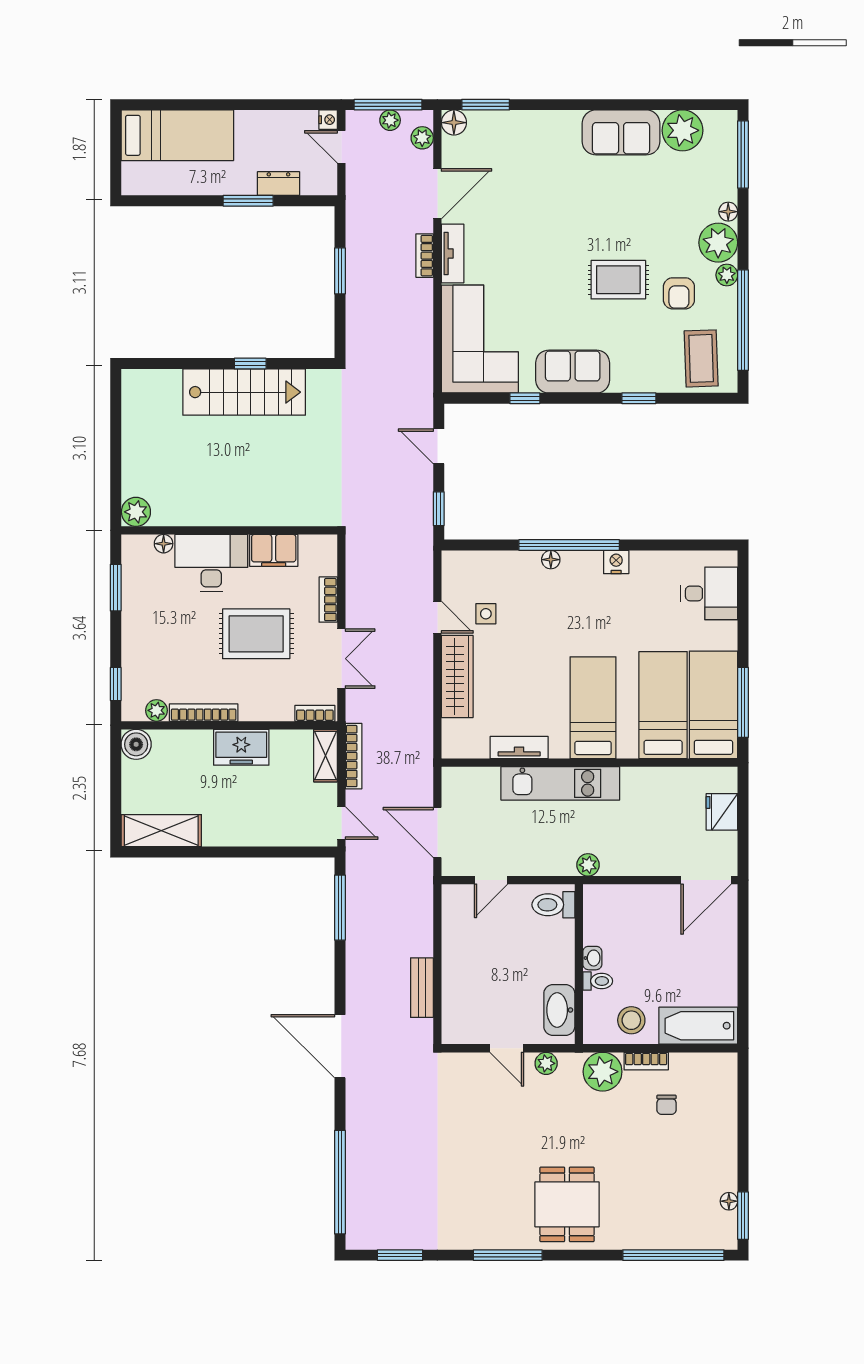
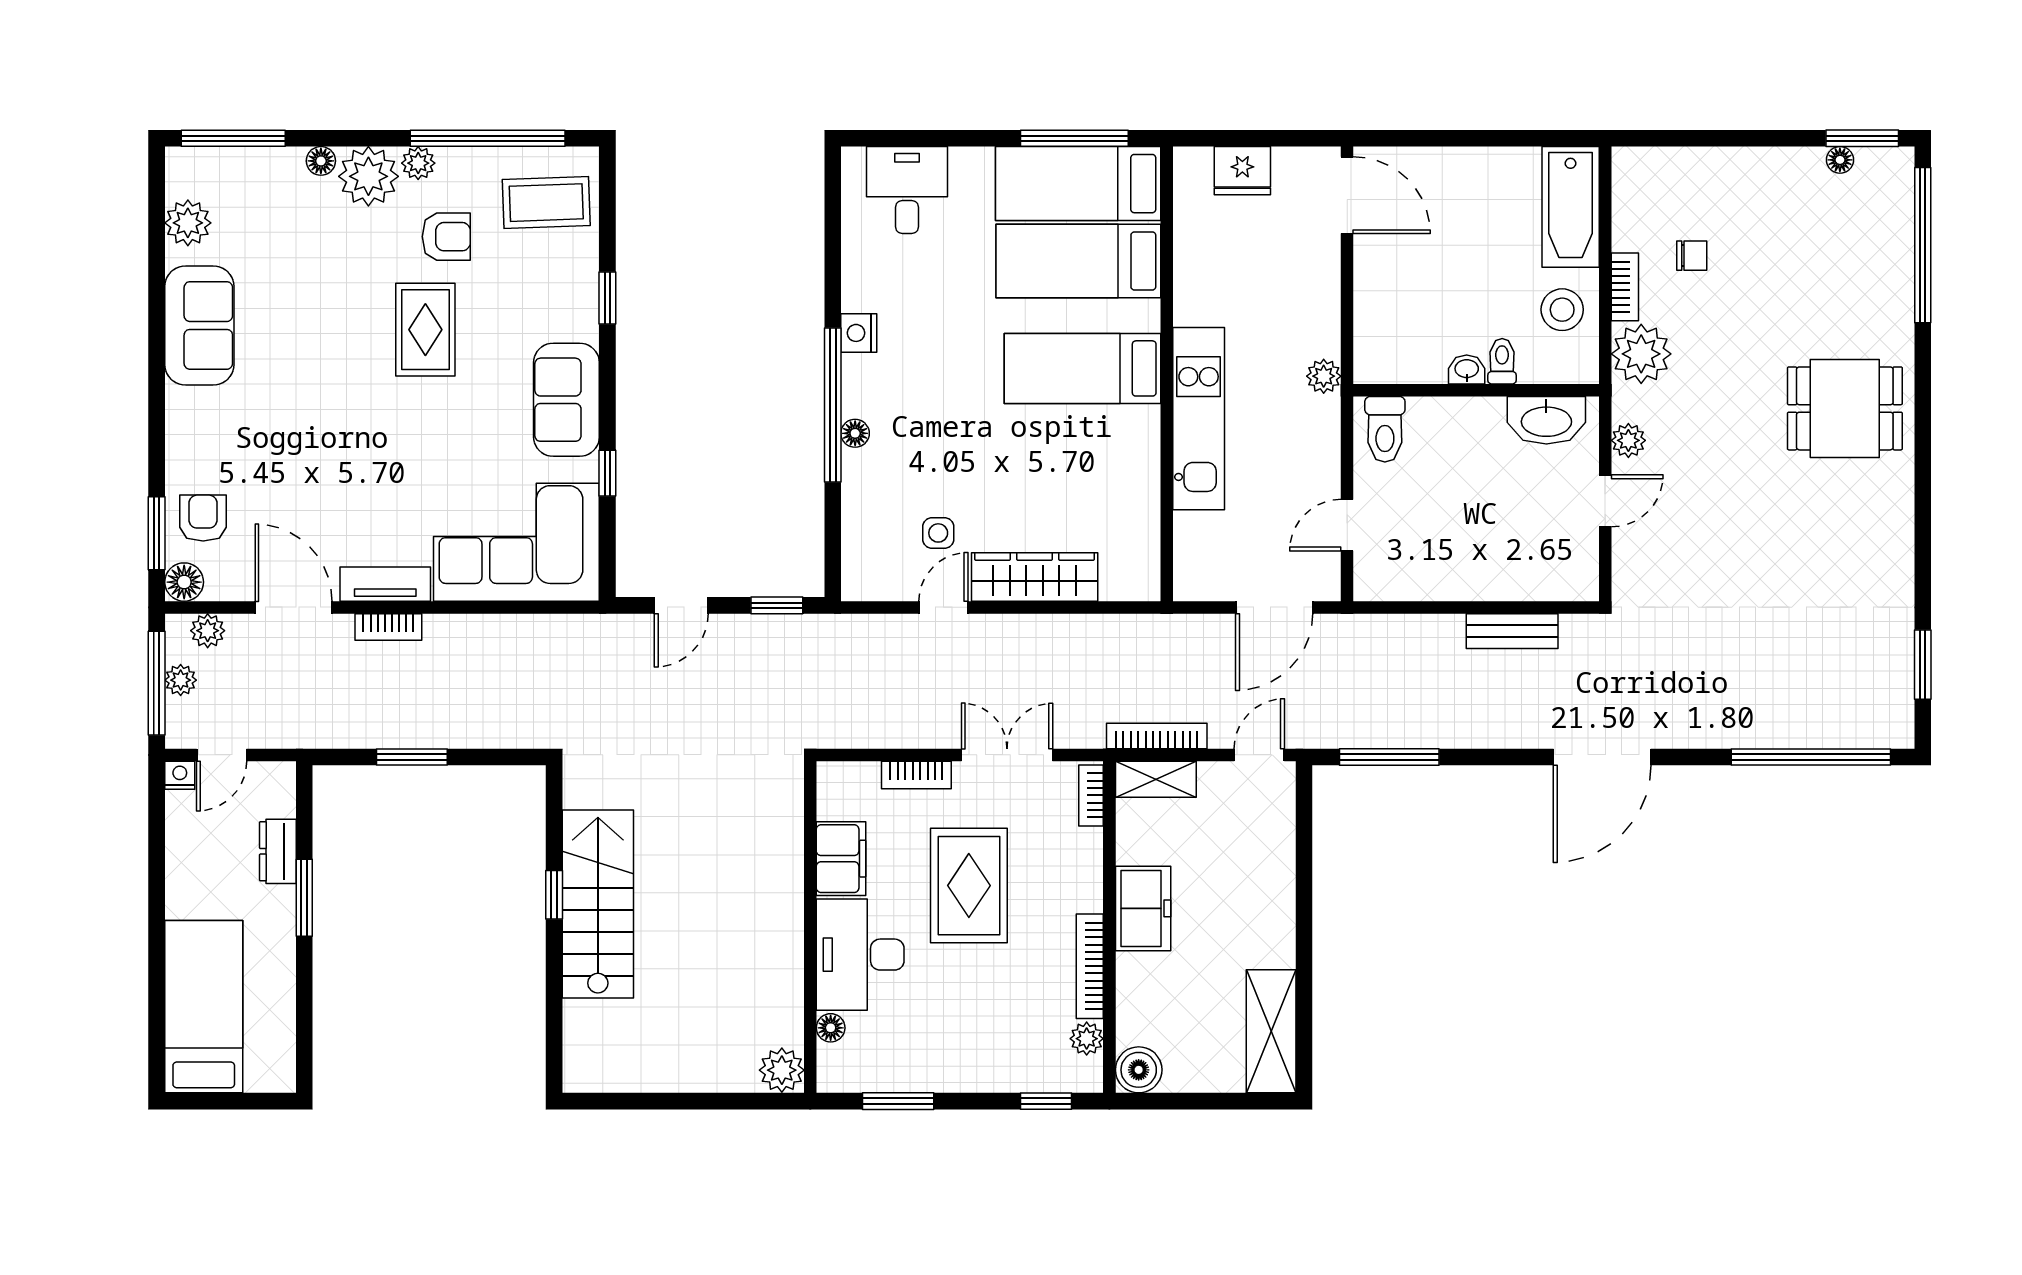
plant: (682, 130) -> (188, 223), width x0.73, depth x0.73
armchair: (496, 135) -> (203, 518), added
tv unit: (519, 748) -> (1144, 482), removed
door: (491, 880) -> (1347, 525), swing flipped
window: (508, 1255) -> (1923, 499), removed

